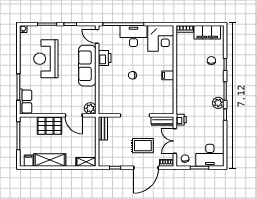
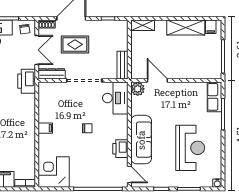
desk: (133, 36) -> (115, 98), moved, turned -90
printer: (181, 120) -> (27, 81), width x1.87, depth x1.48
pallet: (49, 126) -> (186, 68), removed

